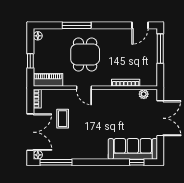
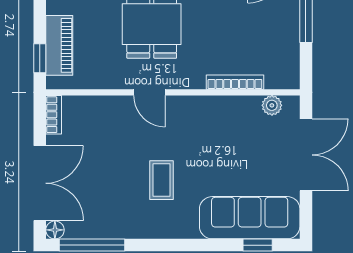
window: (30, 61) -> (40, 58), moved
piano: (48, 80) -> (59, 45), moved, turned 90
coffee table: (63, 119) -> (162, 180), moved

